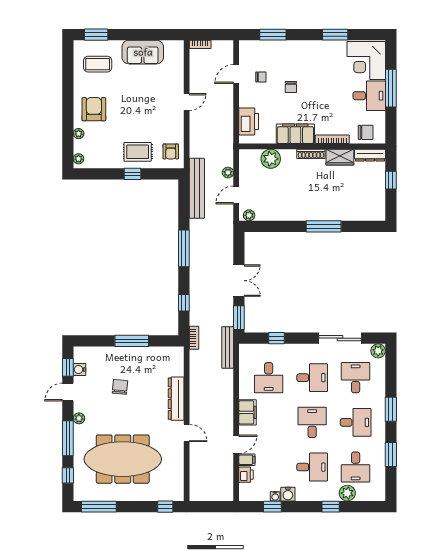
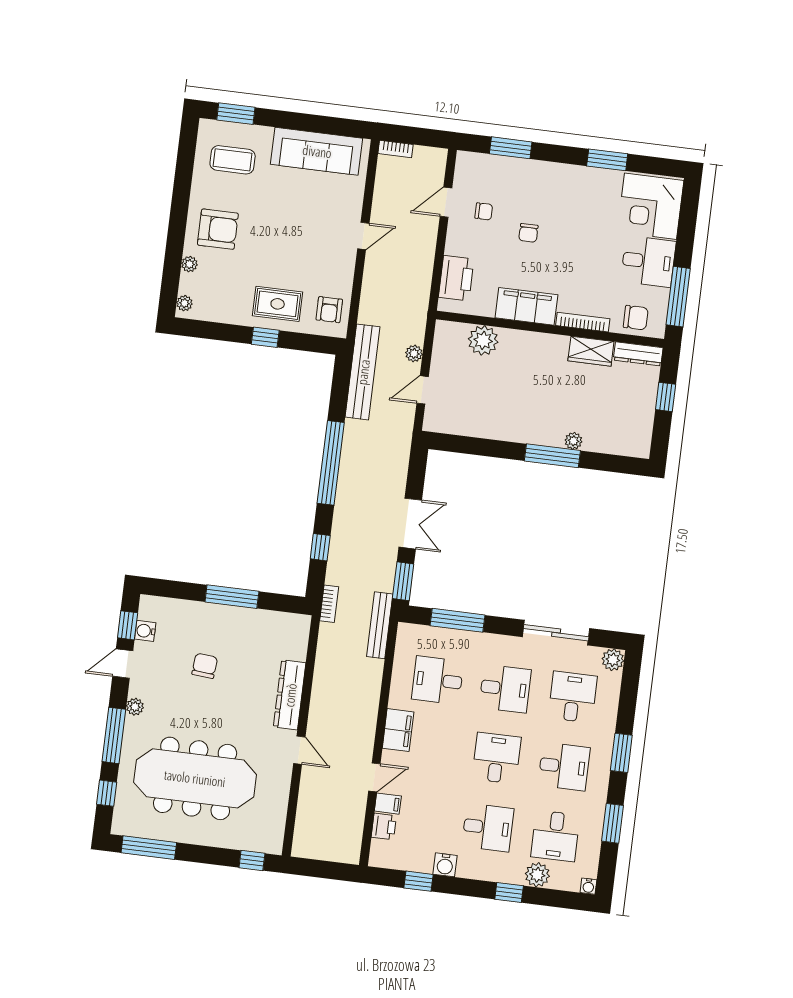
sofa: (143, 52) -> (317, 151), width x1.36
window: (391, 88) -> (678, 297), moved
armchair: (94, 109) -> (218, 229), turned 90
shoe rack: (311, 154) -> (547, 341), removed
plant: (249, 215) -> (573, 441), moved
window: (184, 248) -> (331, 463), width x1.46
window: (277, 338) -> (458, 620), width x2.17
desk: (269, 378) -> (438, 680), turned 90
water cooler: (275, 496) -> (588, 886), moved

